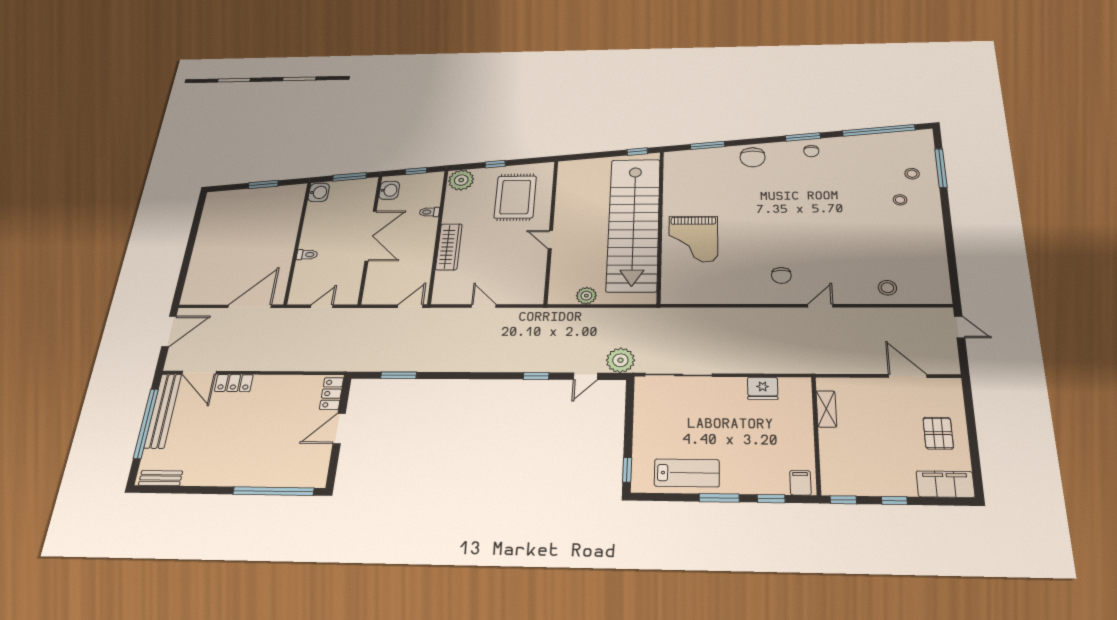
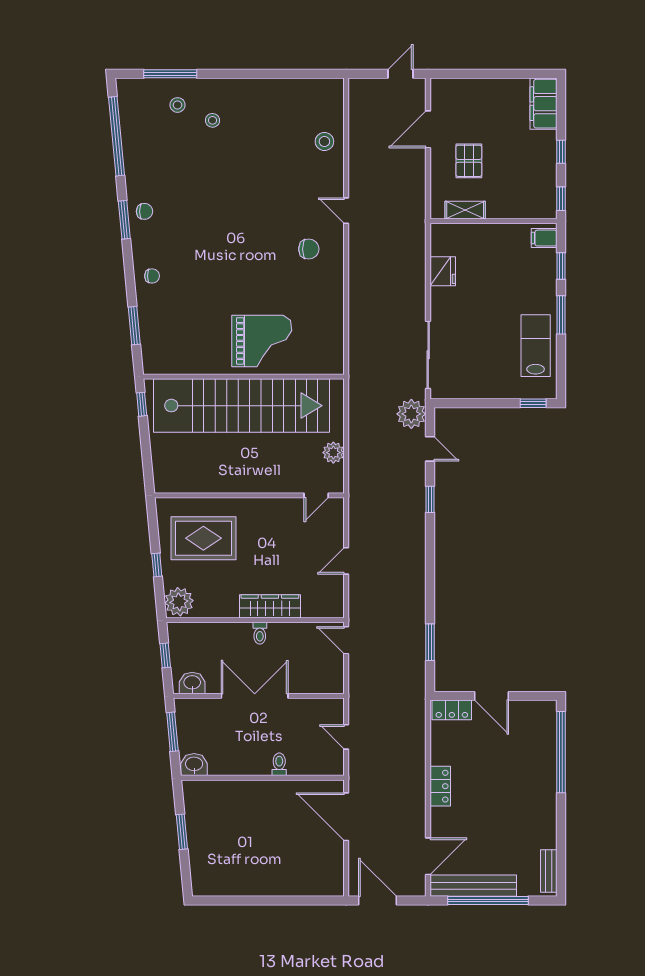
chair: (753, 157) -> (152, 276), width x0.54, depth x0.54
toilet: (429, 212) -> (260, 633), moved
door: (550, 240) -> (316, 495), moved
door: (960, 327) -> (400, 74), moved
locker: (234, 383) -> (440, 786), moved
pallet: (938, 433) -> (469, 161), moved, turned 90

